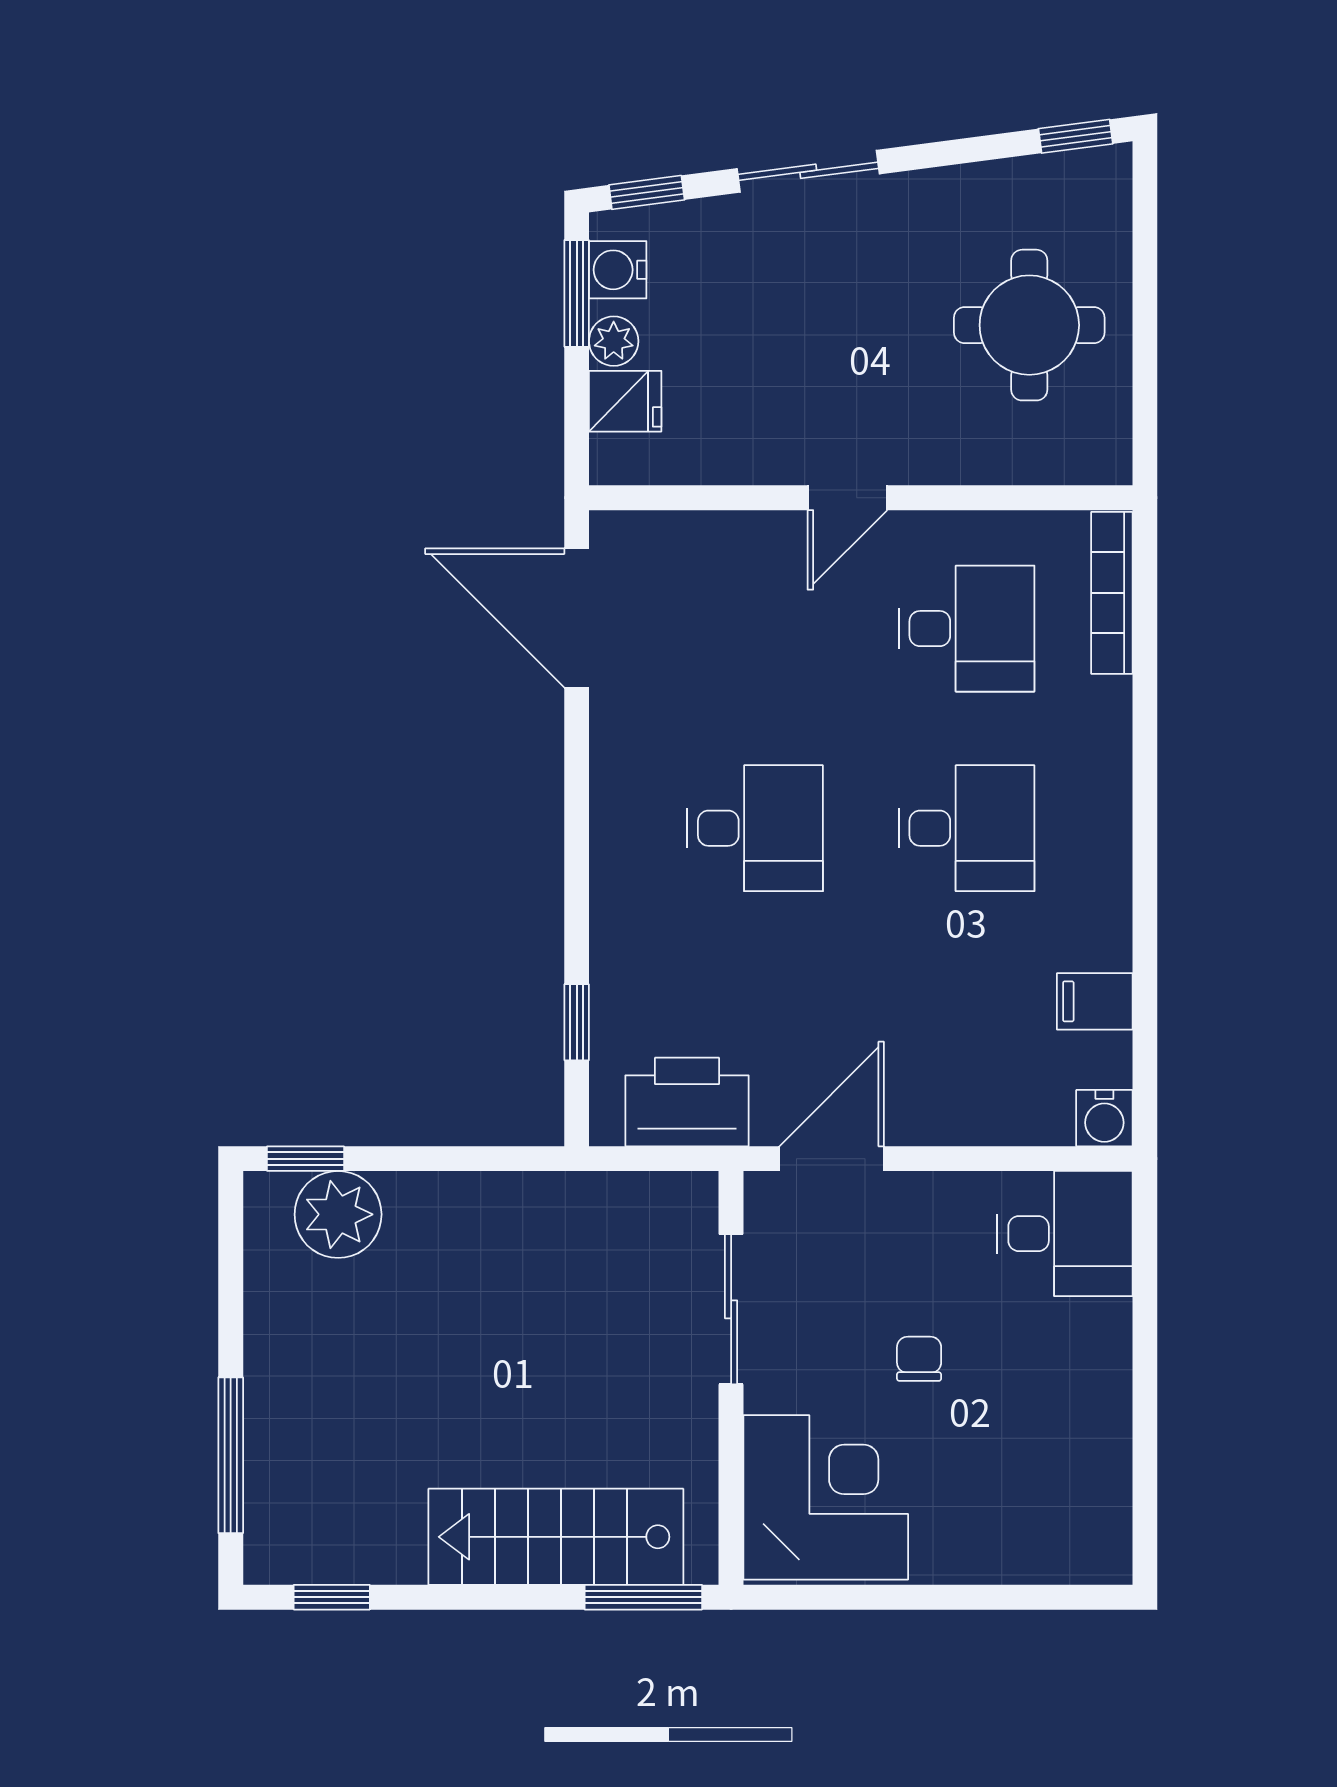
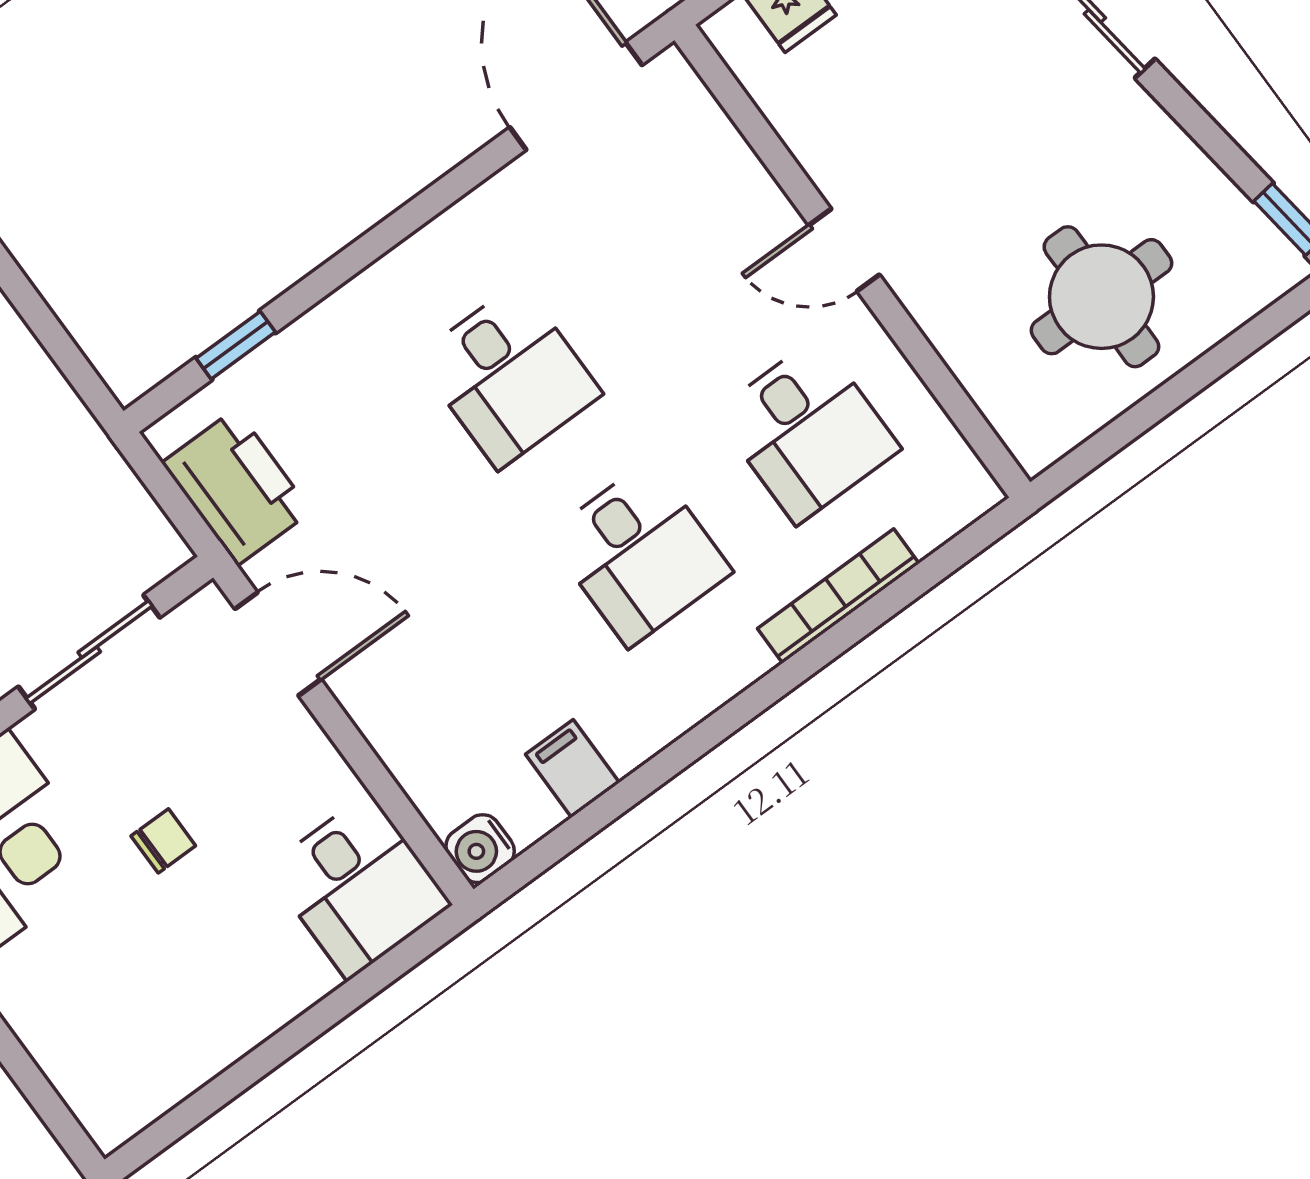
bookcase: (1112, 593) -> (838, 596), moved

